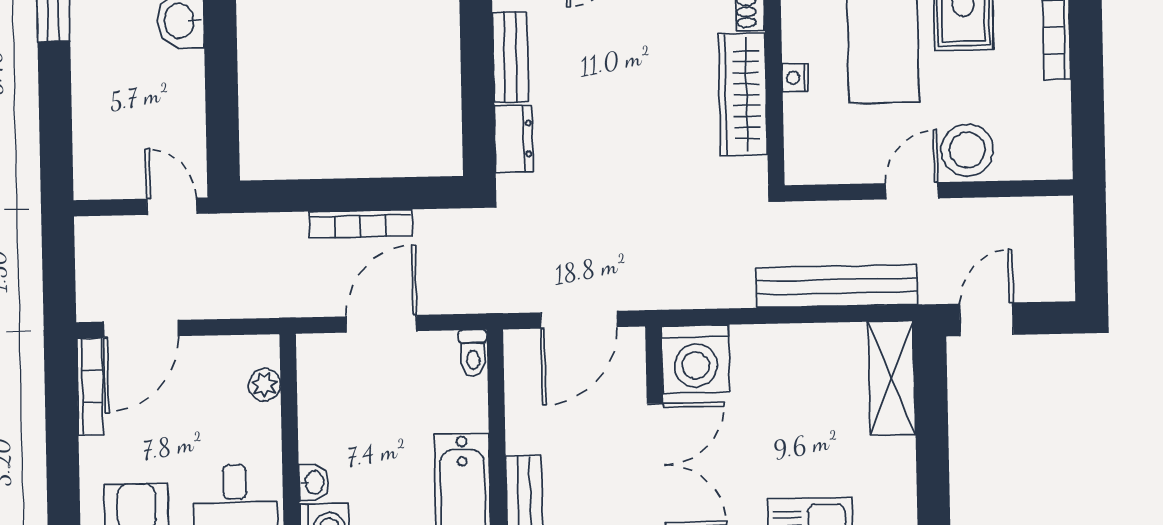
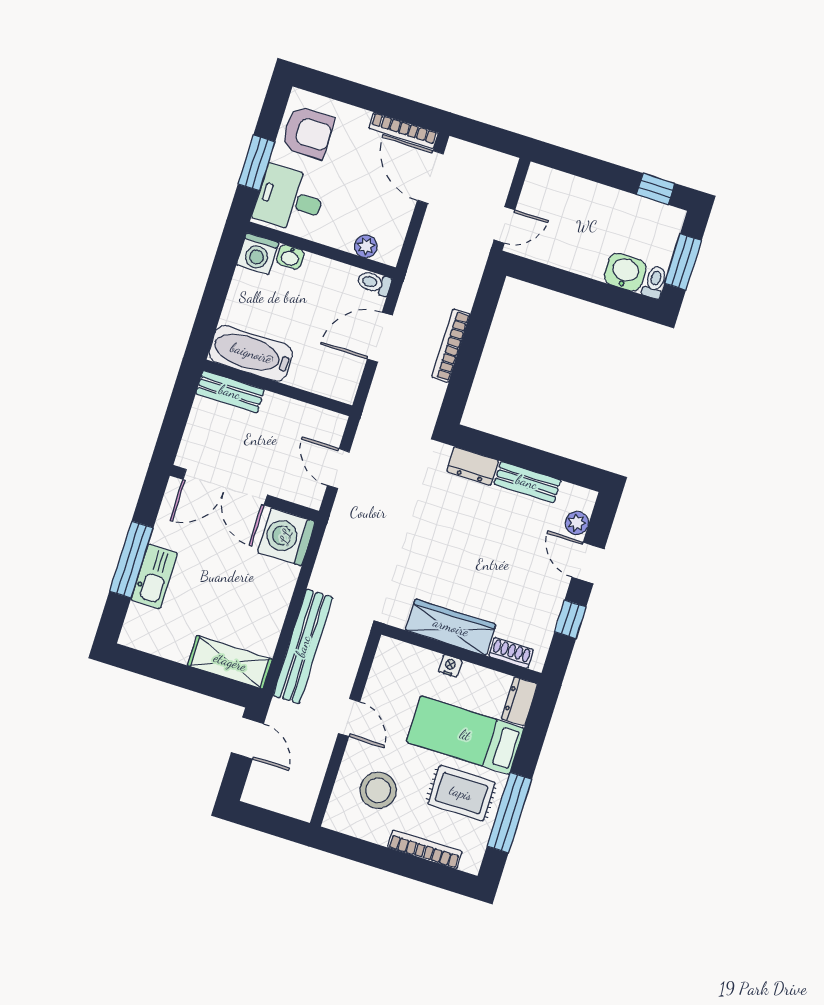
stool: (967, 150) -> (378, 790), moved
door: (579, 320) -> (338, 469), width x0.73
door: (381, 324) -> (380, 337), swing flipped
toilet: (473, 353) -> (374, 283), moved

